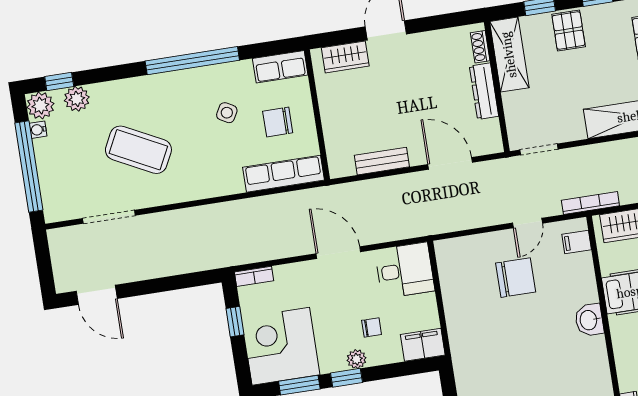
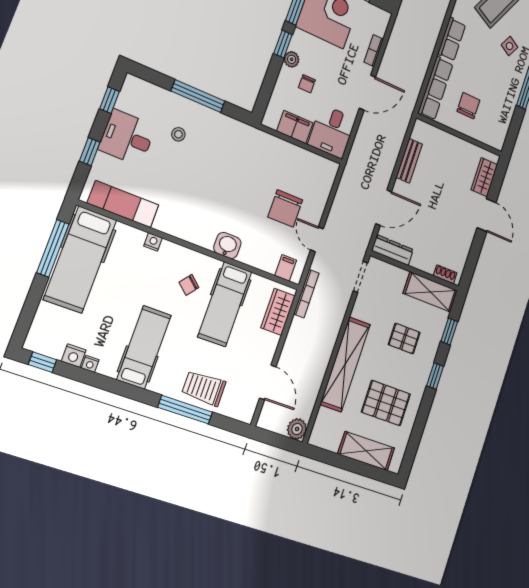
pallet: (569, 30) -> (404, 338), moved
row of seats: (280, 67) -> (452, 39), moved, turned 180
dresser: (484, 91) -> (393, 250), moved
side table: (227, 113) -> (510, 46), moved
bookcase: (254, 276) -> (374, 51), moved
filing cabinet: (423, 345) -> (295, 127), moved, turned -90

